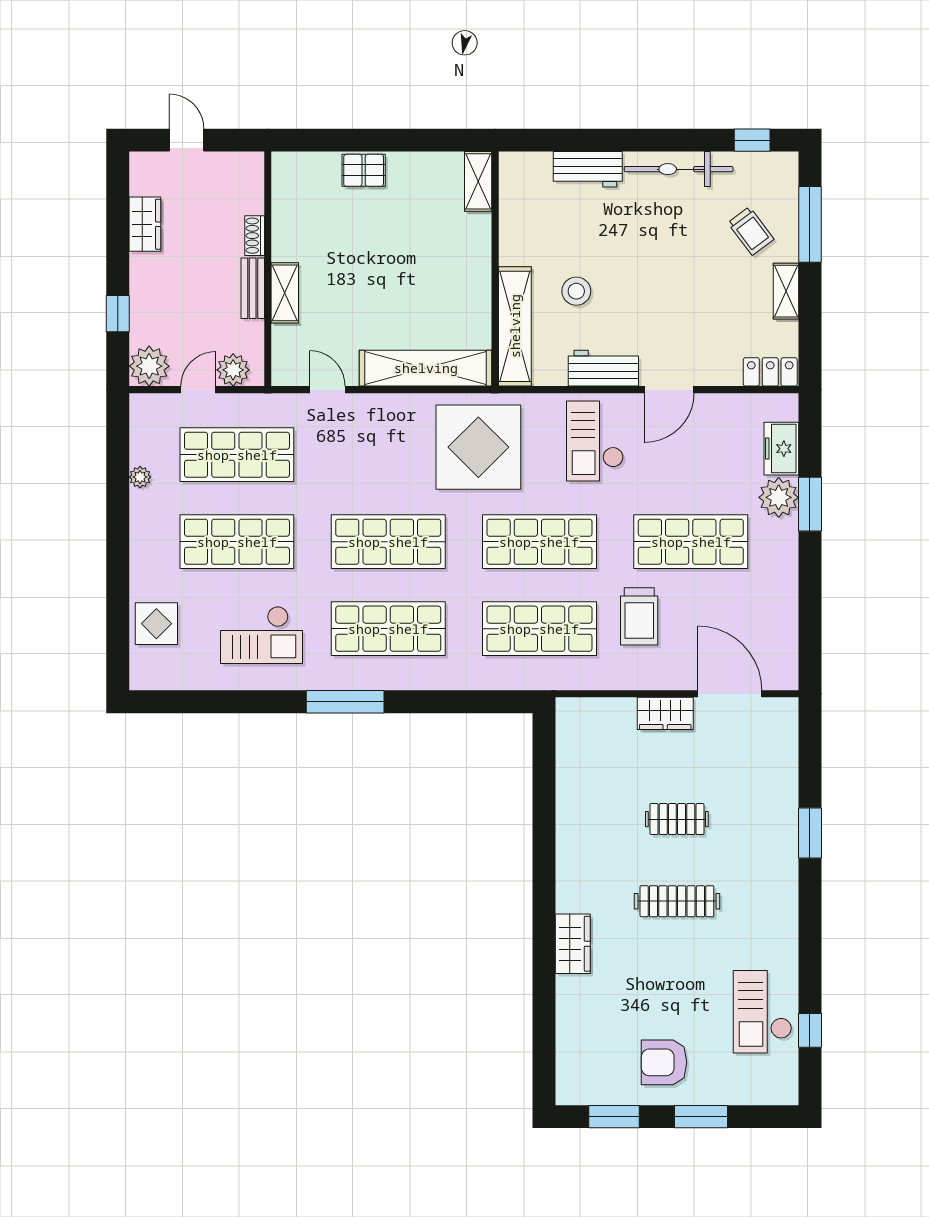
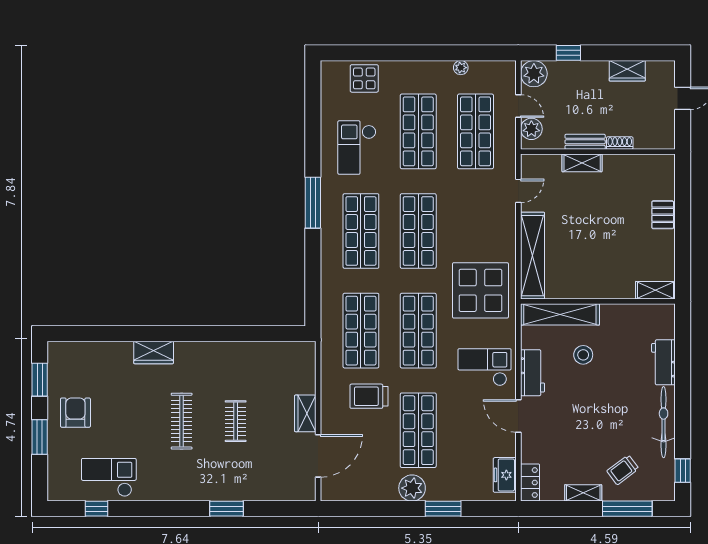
freezer: (781, 449) -> (505, 475), moved, turned -90
plant: (779, 497) -> (412, 488), moved

